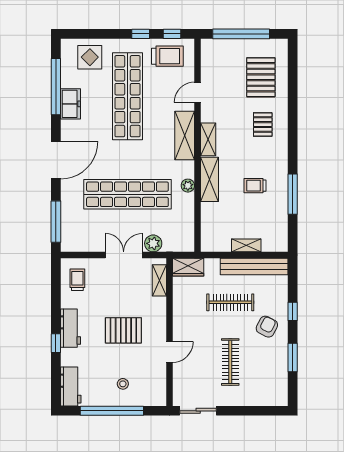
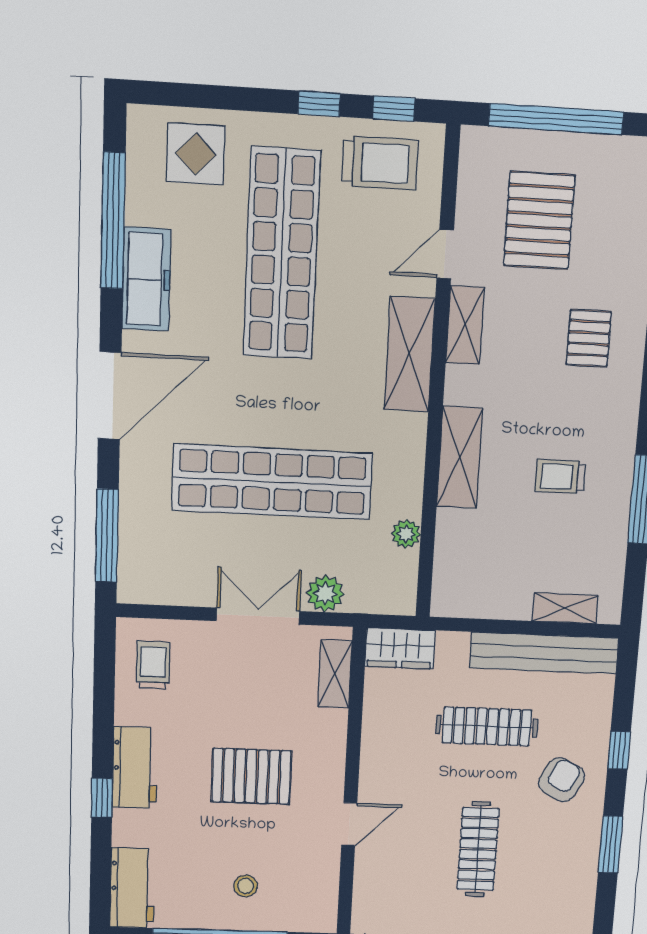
pallet: (261, 77) -> (539, 221), moved
freezer: (70, 104) -> (146, 279), width x1.40
shelving: (208, 139) -> (465, 325), moved
plant: (188, 186) -> (406, 534), moved
shelving: (246, 245) -> (565, 608), moved

